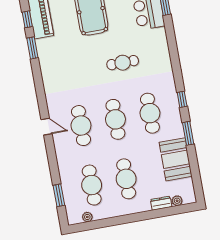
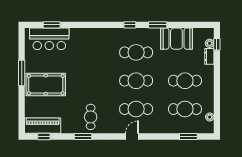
window: (32, 48) -> (83, 137), moved
cafe table: (123, 63) -> (91, 117), moved
window: (178, 210) -> (217, 44), added

